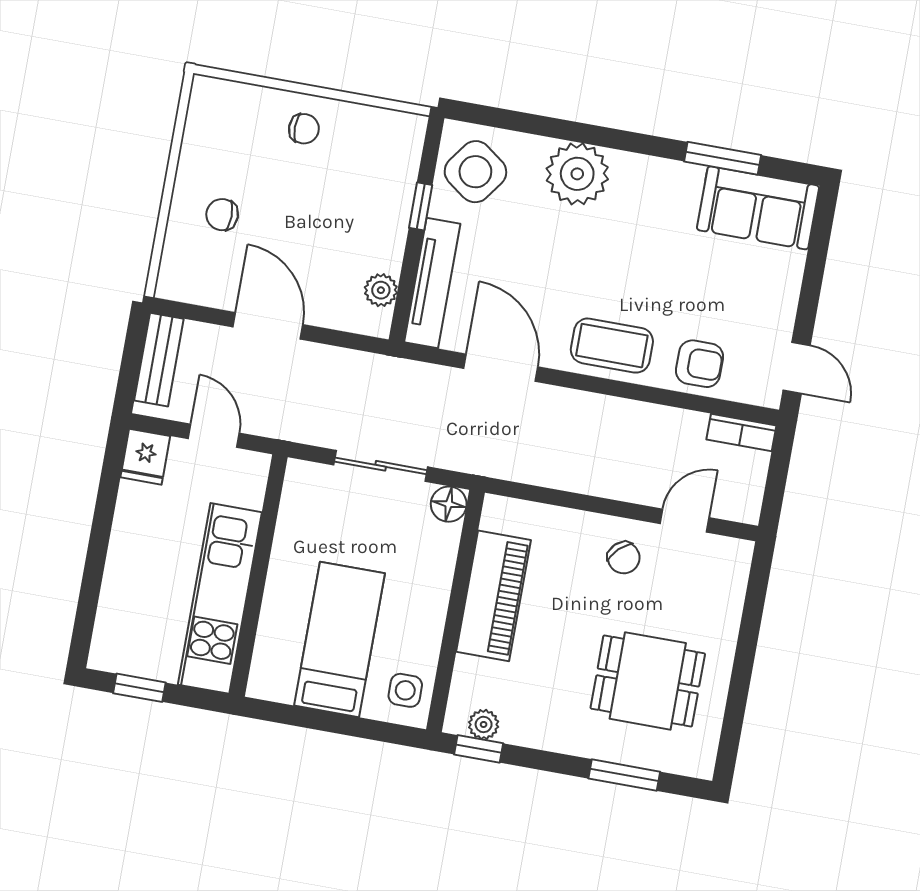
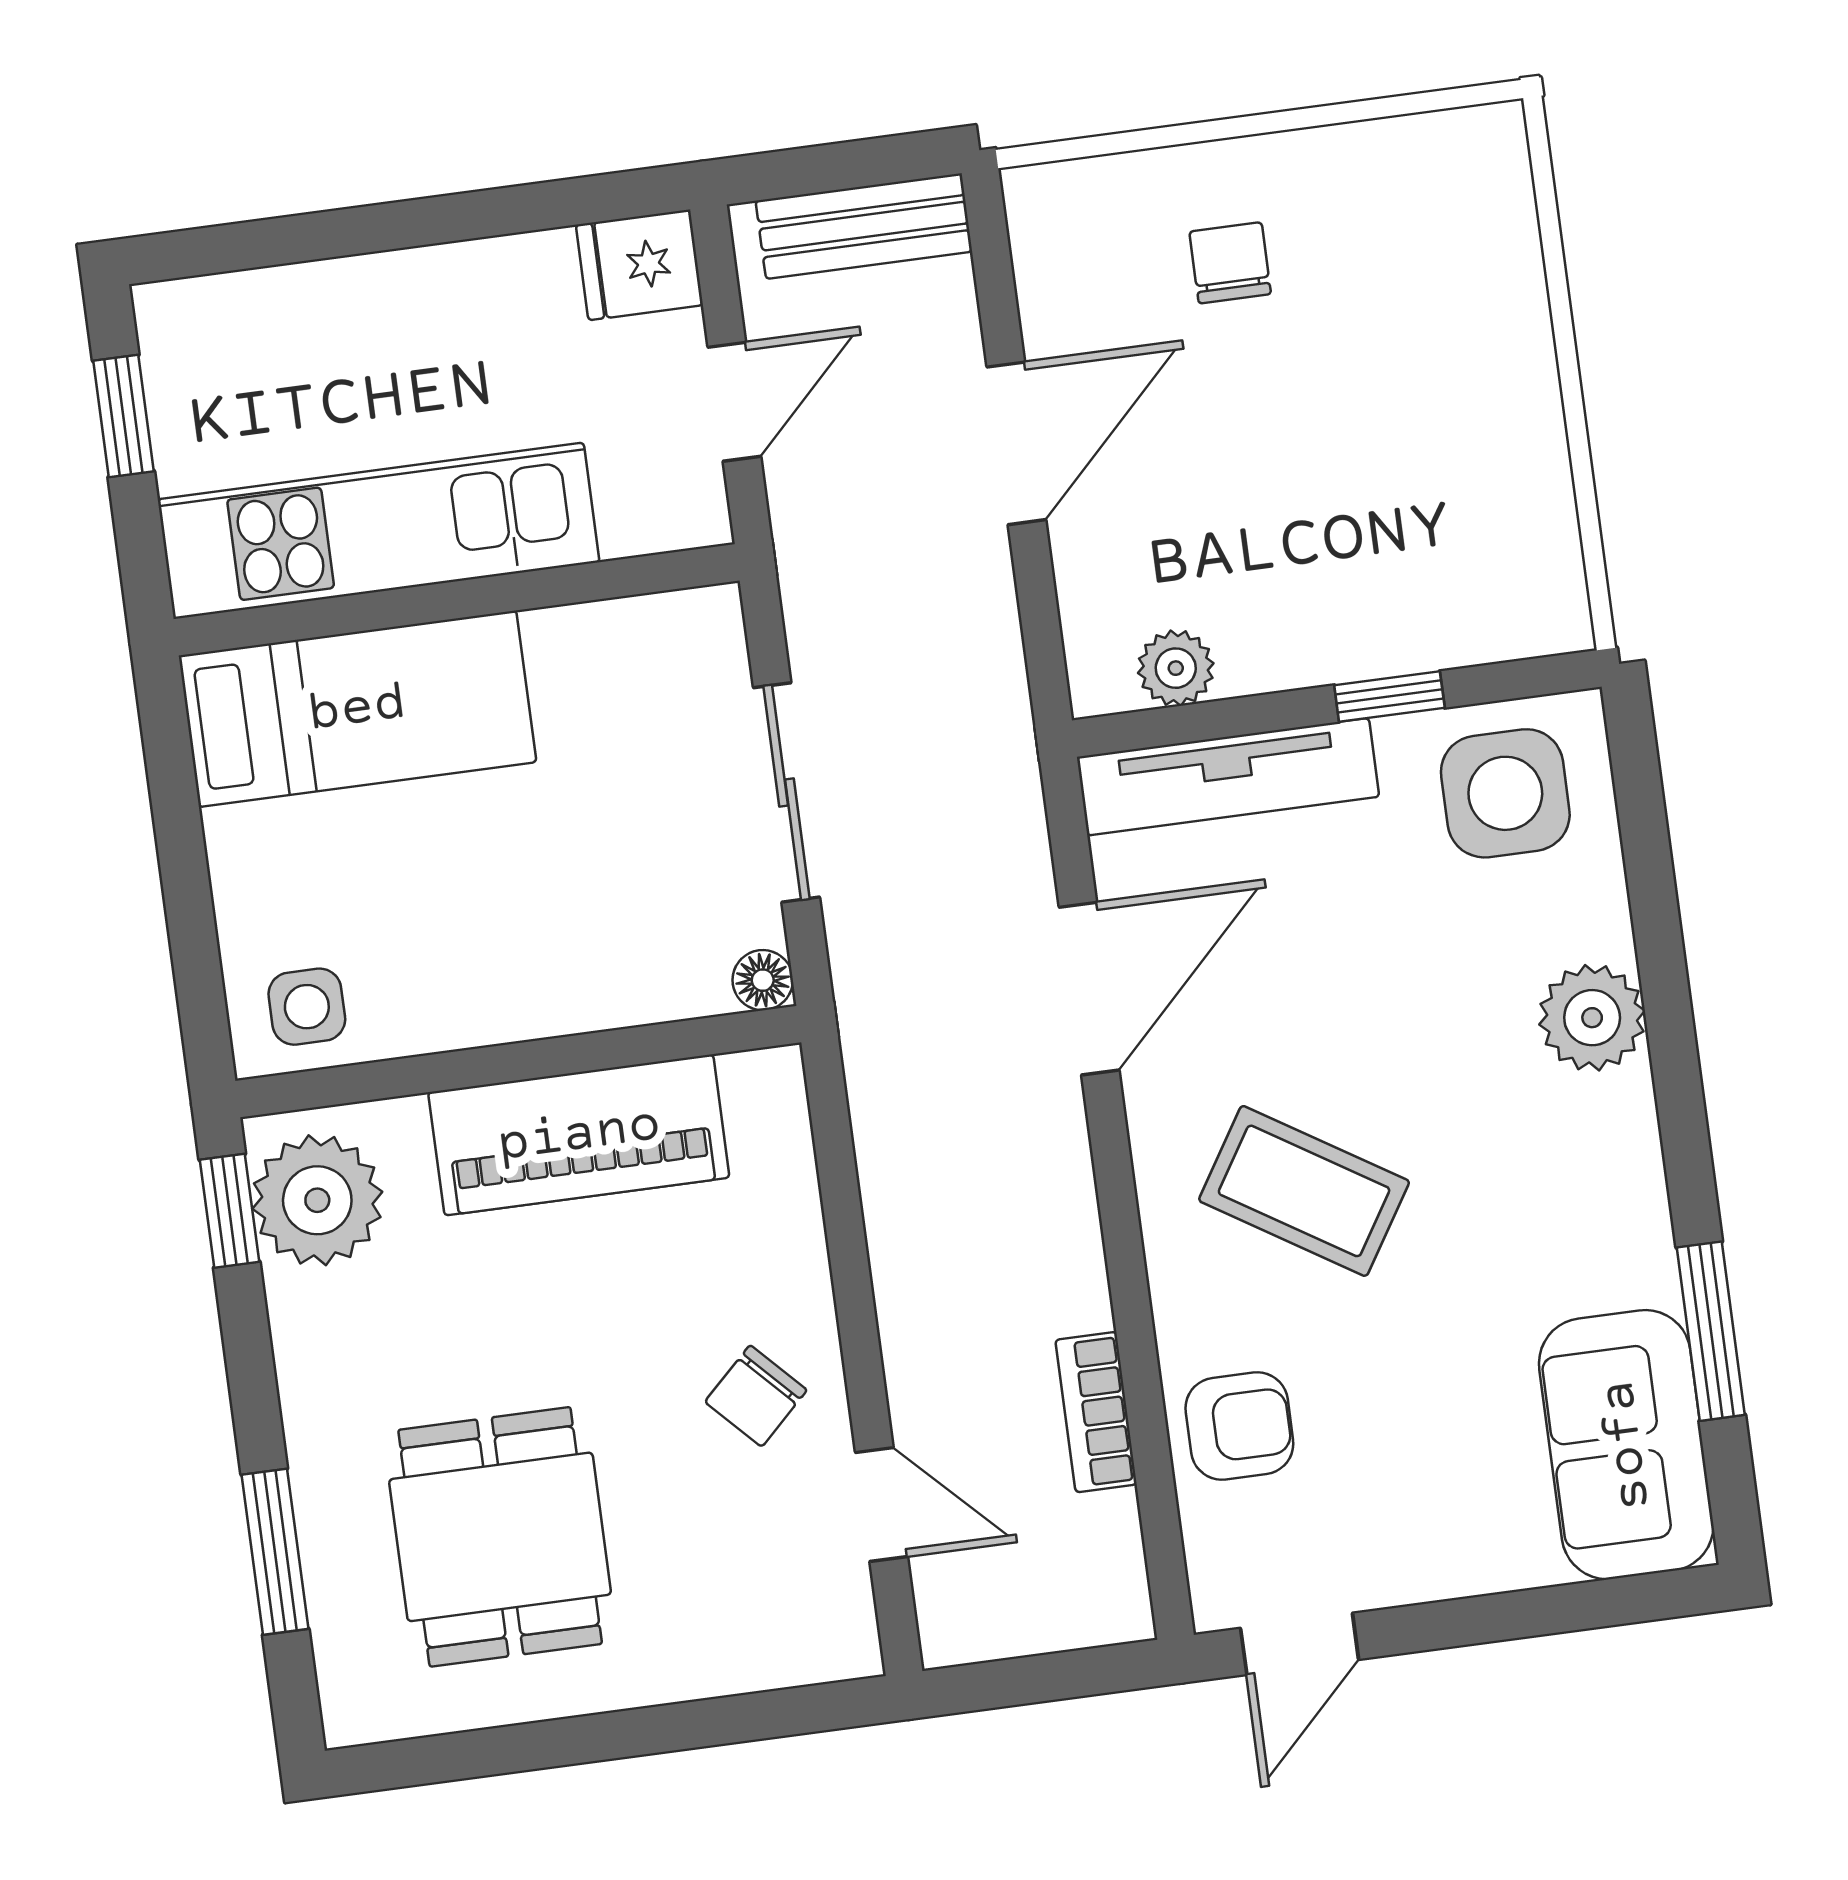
chair: (304, 129) -> (1478, 383), removed
side table: (475, 172) -> (1505, 793), turned -36
plant: (577, 174) -> (1592, 1018), width x0.73, depth x0.73
coffee table: (612, 346) -> (1304, 1191), moved, turned -58
armchair: (700, 364) -> (1239, 1426), turned -90
bookcase: (741, 432) -> (1096, 1412), moved
floor lamp: (449, 504) -> (763, 980), width x0.73, depth x0.73
bed: (340, 639) -> (357, 709), moved
plant: (484, 724) -> (317, 1200), width x1.88, depth x1.88

